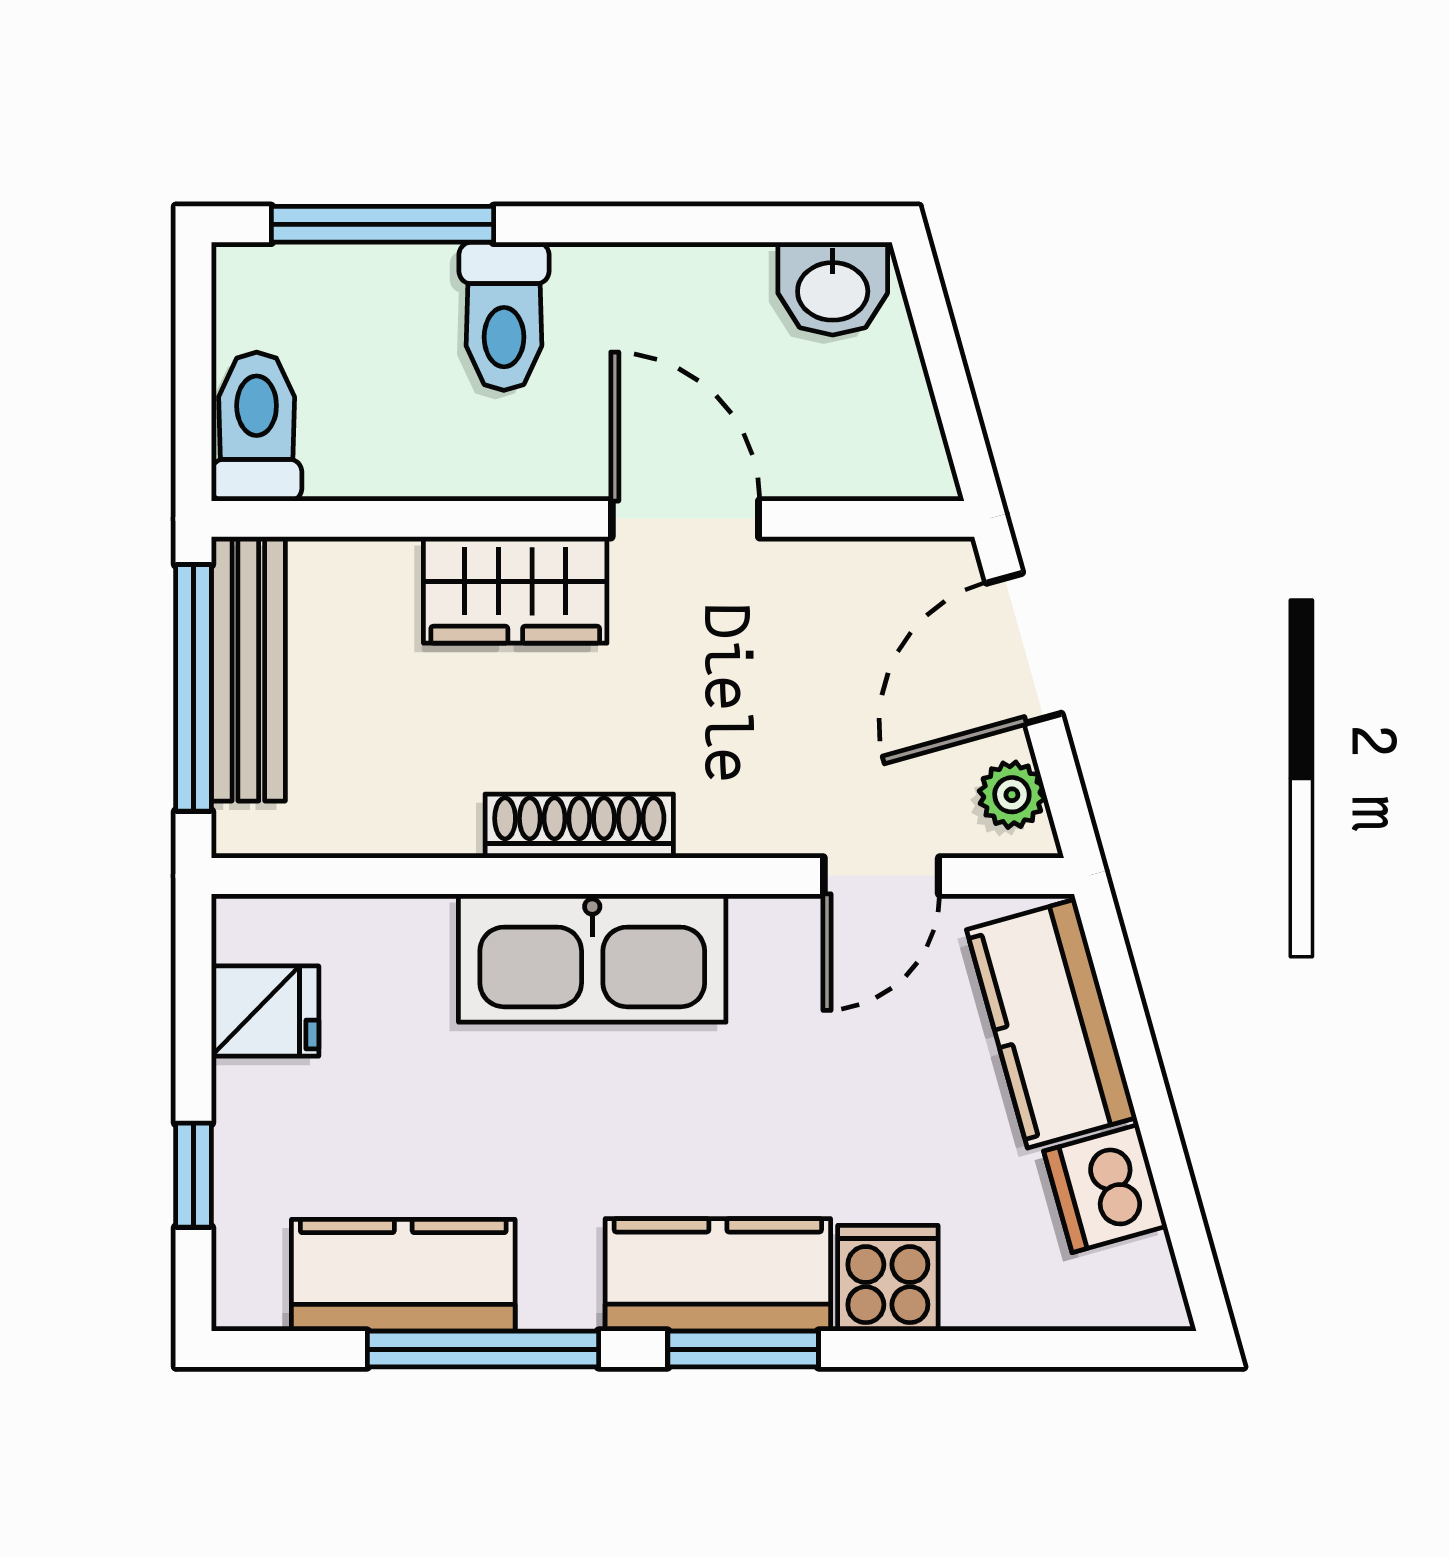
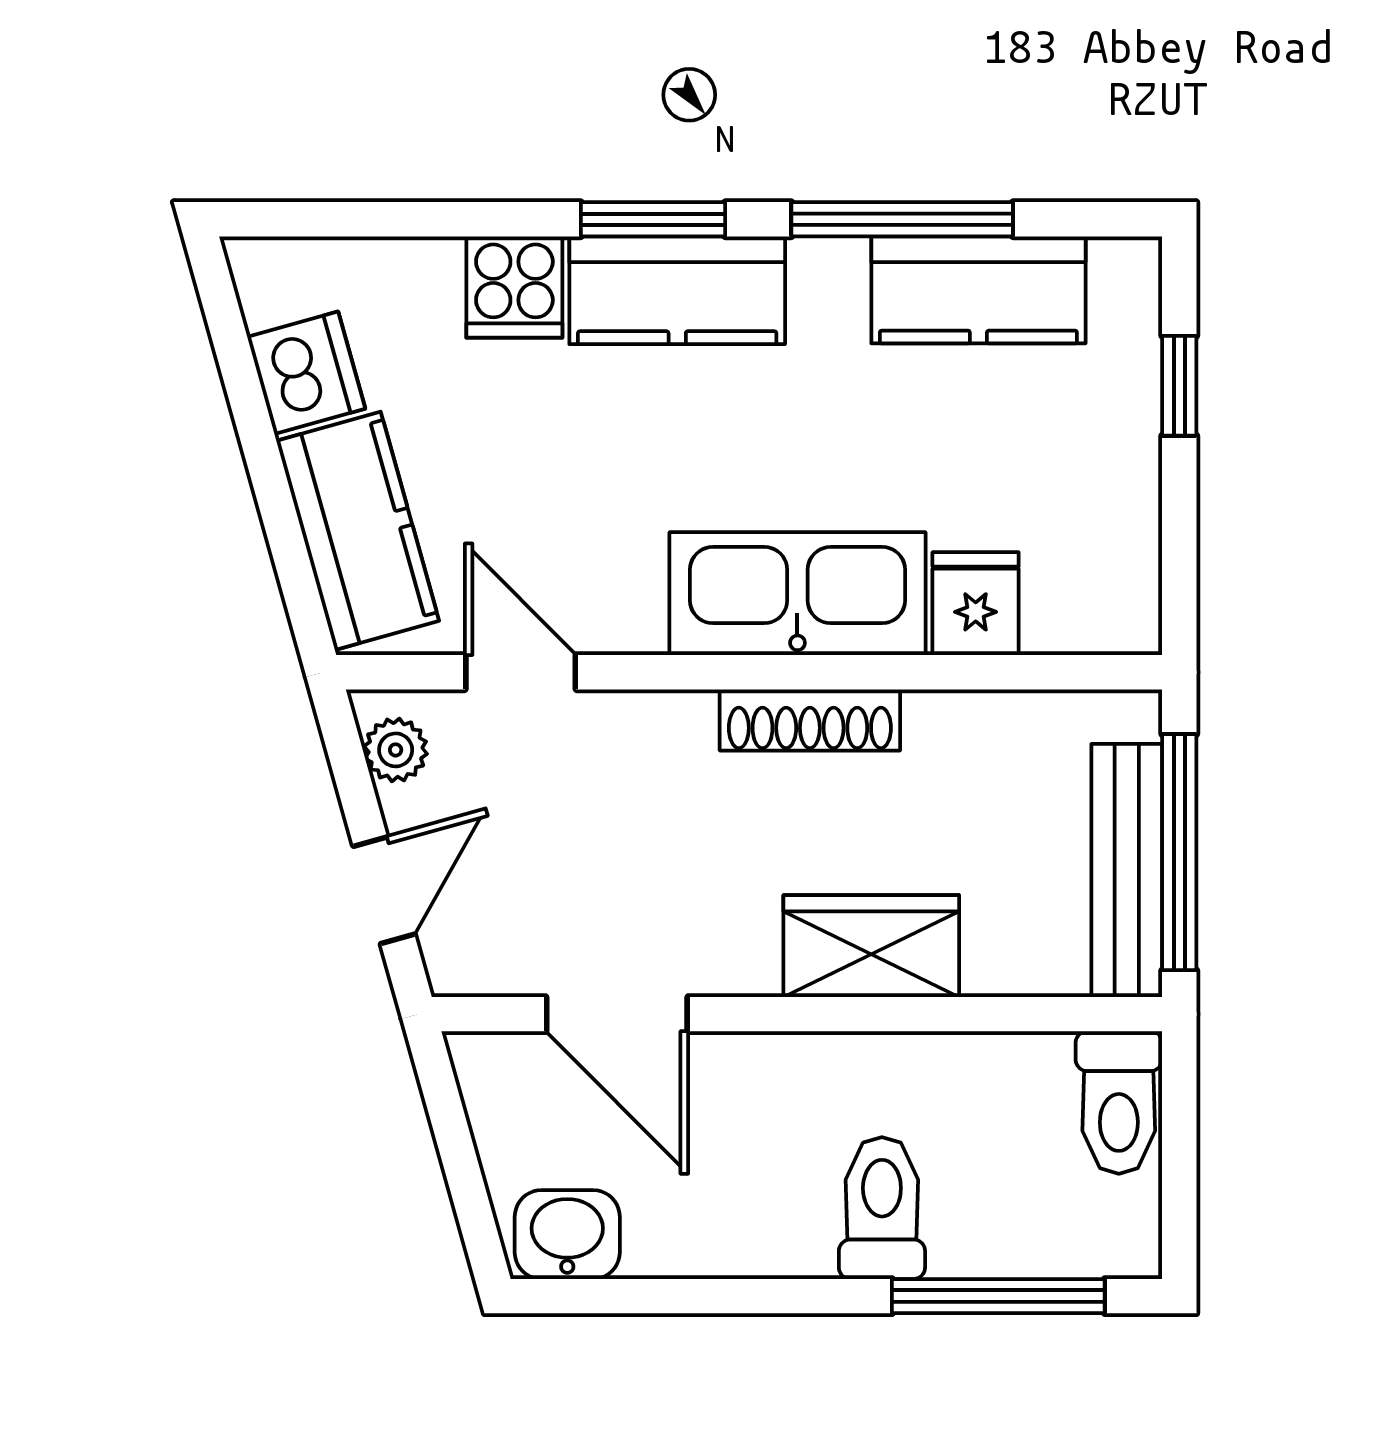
door: (685, 519) -> (617, 1014), moved
door: (1024, 648) -> (384, 890), width x0.73
door: (881, 876) -> (521, 672), hinge flipped
fridge: (265, 1011) -> (976, 604), moved, turned 90

